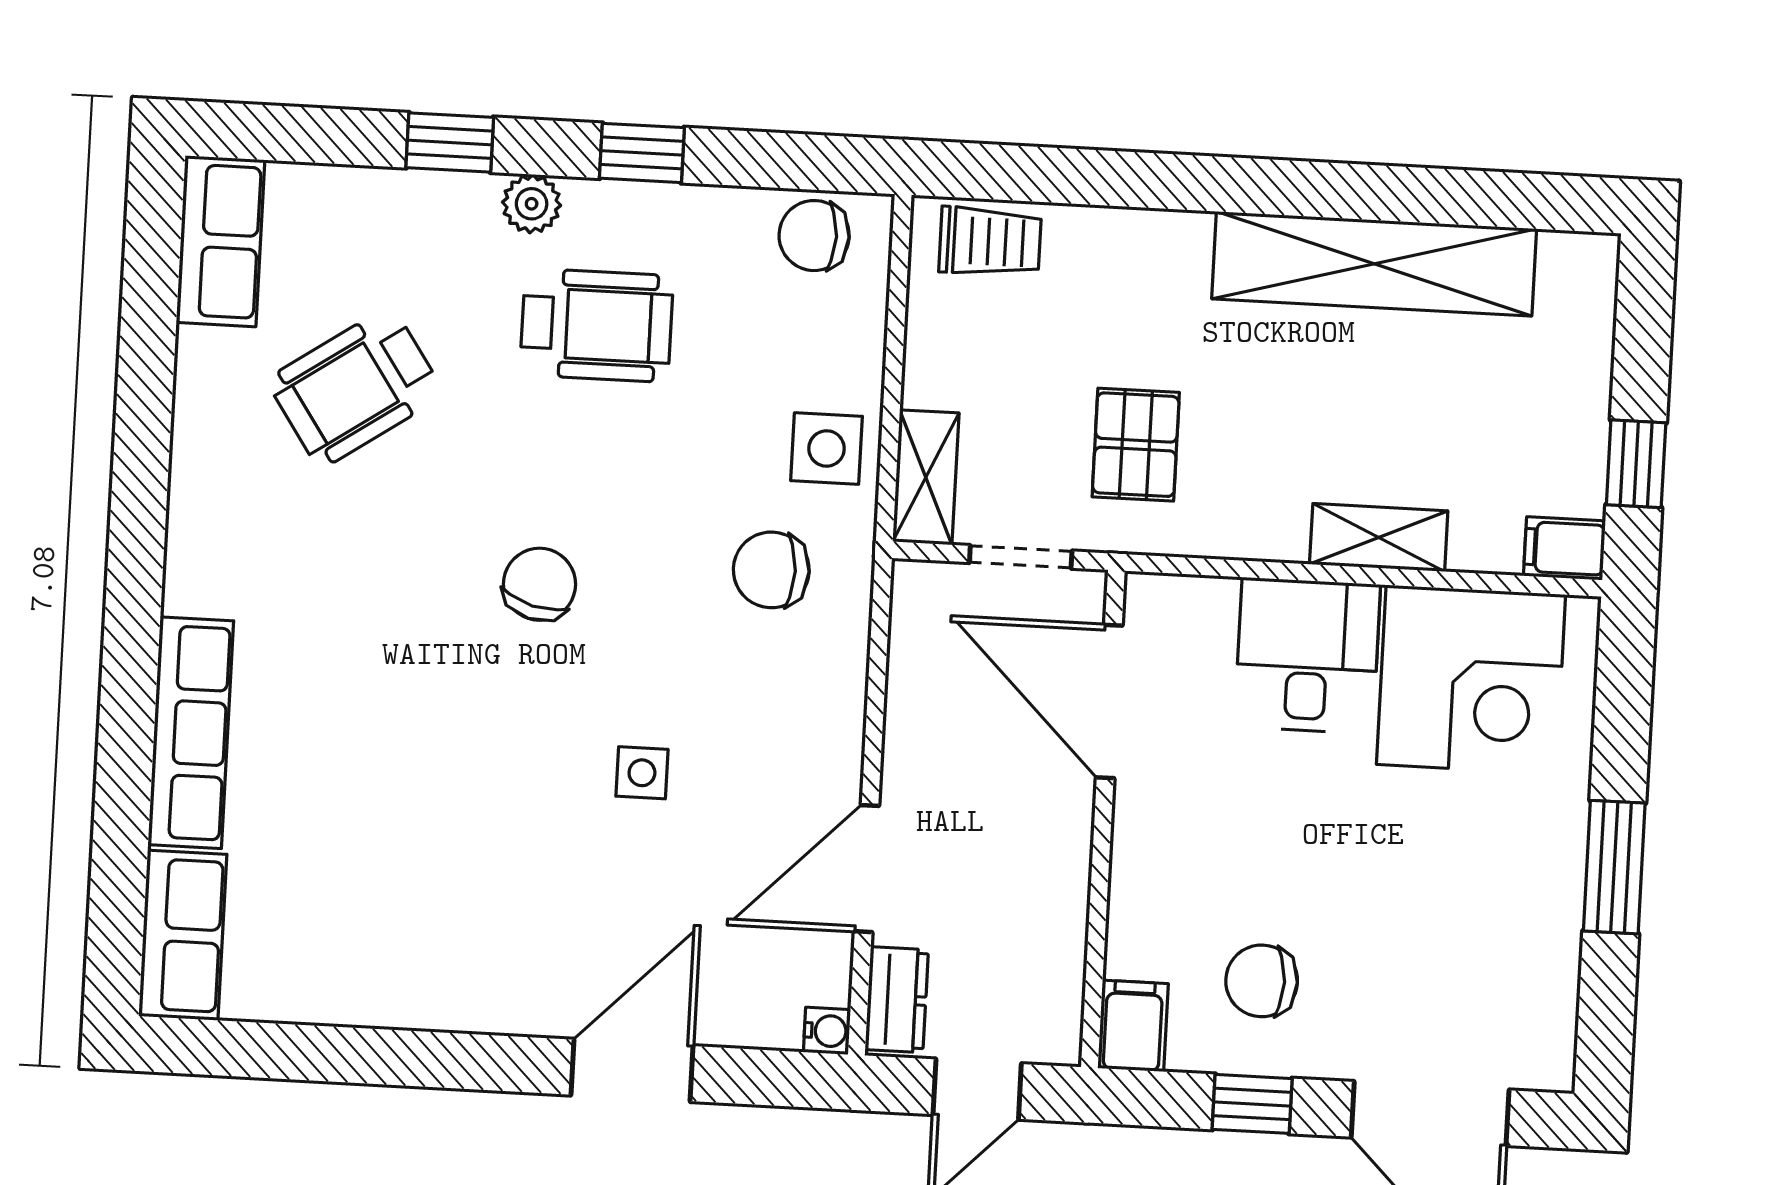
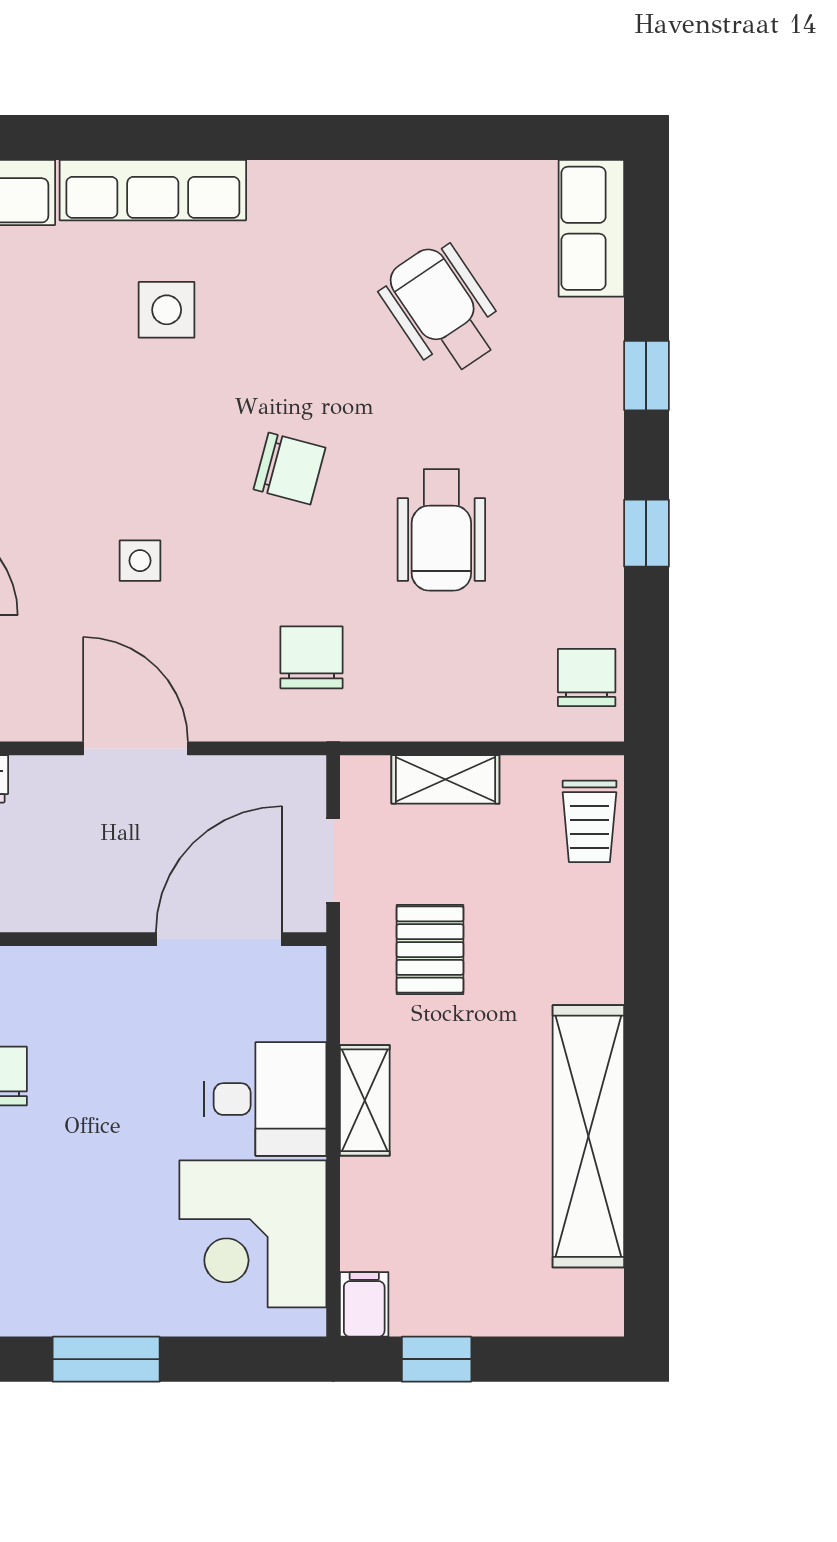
plant: (532, 204) -> (600, 445), removed
row of seats: (220, 241) -> (591, 228), moved, turned 90
wheelchair: (597, 325) -> (441, 530), moved
pallet: (1136, 445) -> (430, 950), turned 90
side table: (827, 448) -> (167, 310), moved
shelving: (926, 477) -> (445, 779), moved
shelving: (1379, 537) -> (365, 1100), moved
door: (867, 869) -> (136, 748), moved

